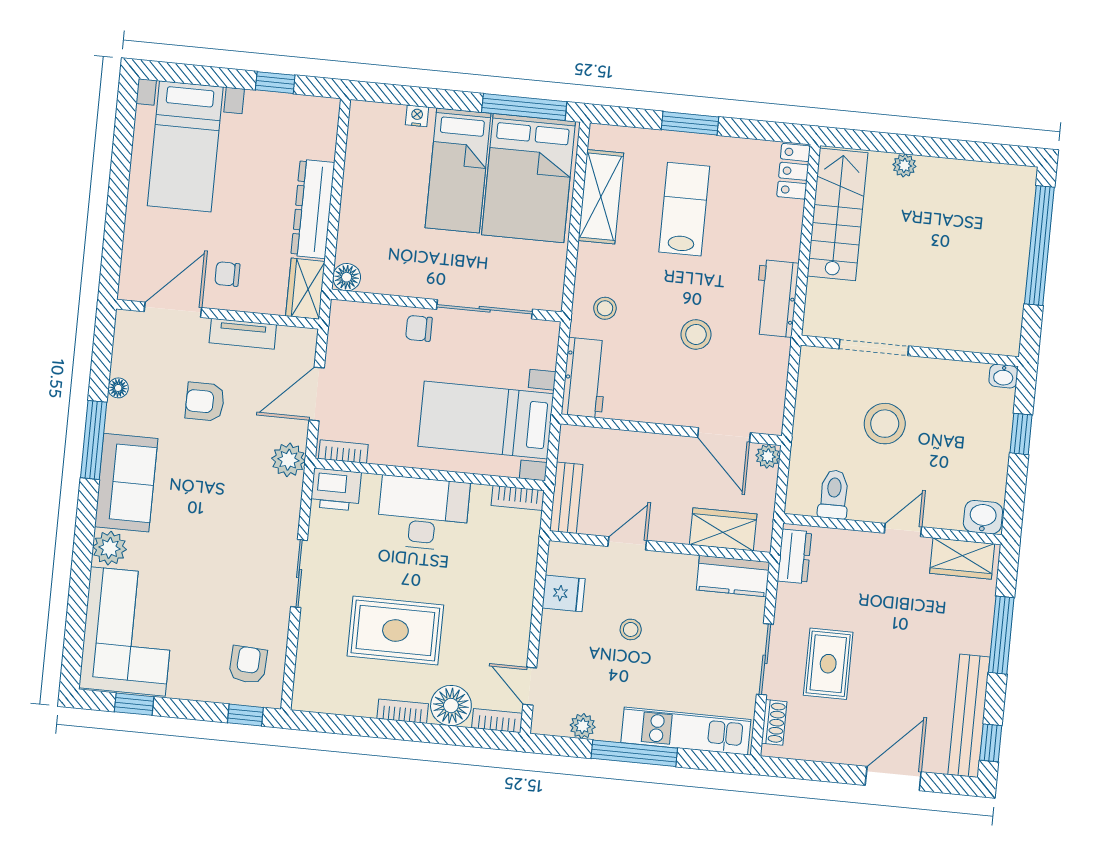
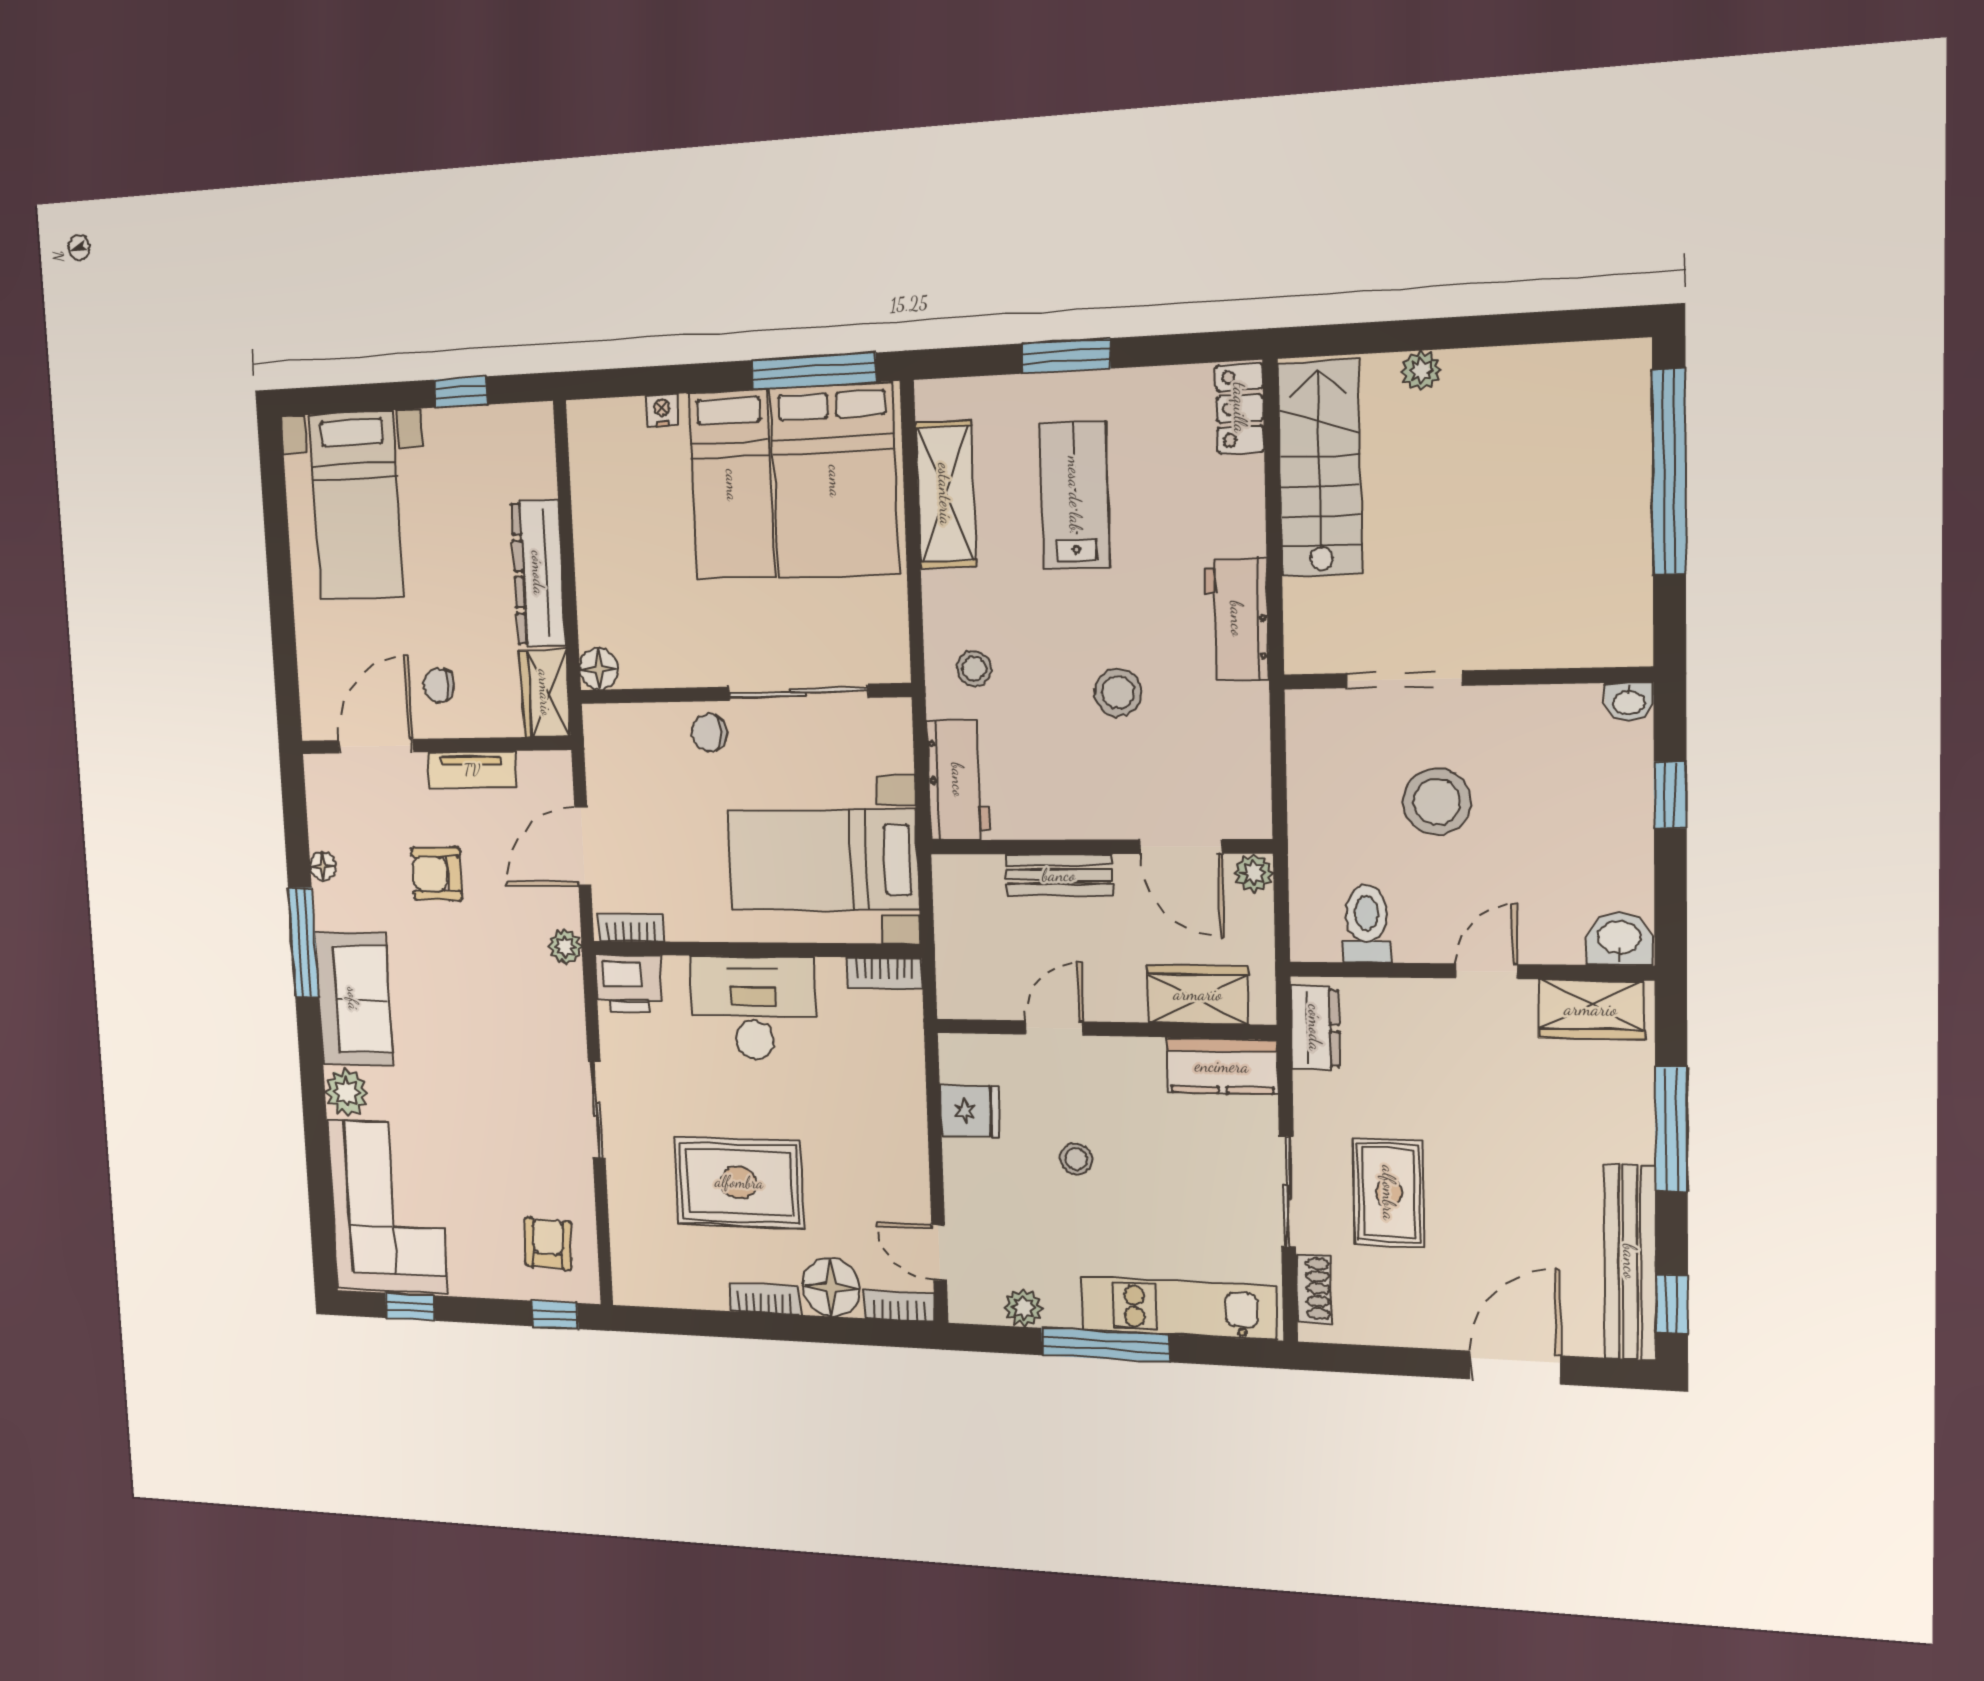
plant: (288, 460) -> (565, 946), width x0.73, depth x0.73
bench: (566, 498) -> (1059, 875), moved, turned 90

